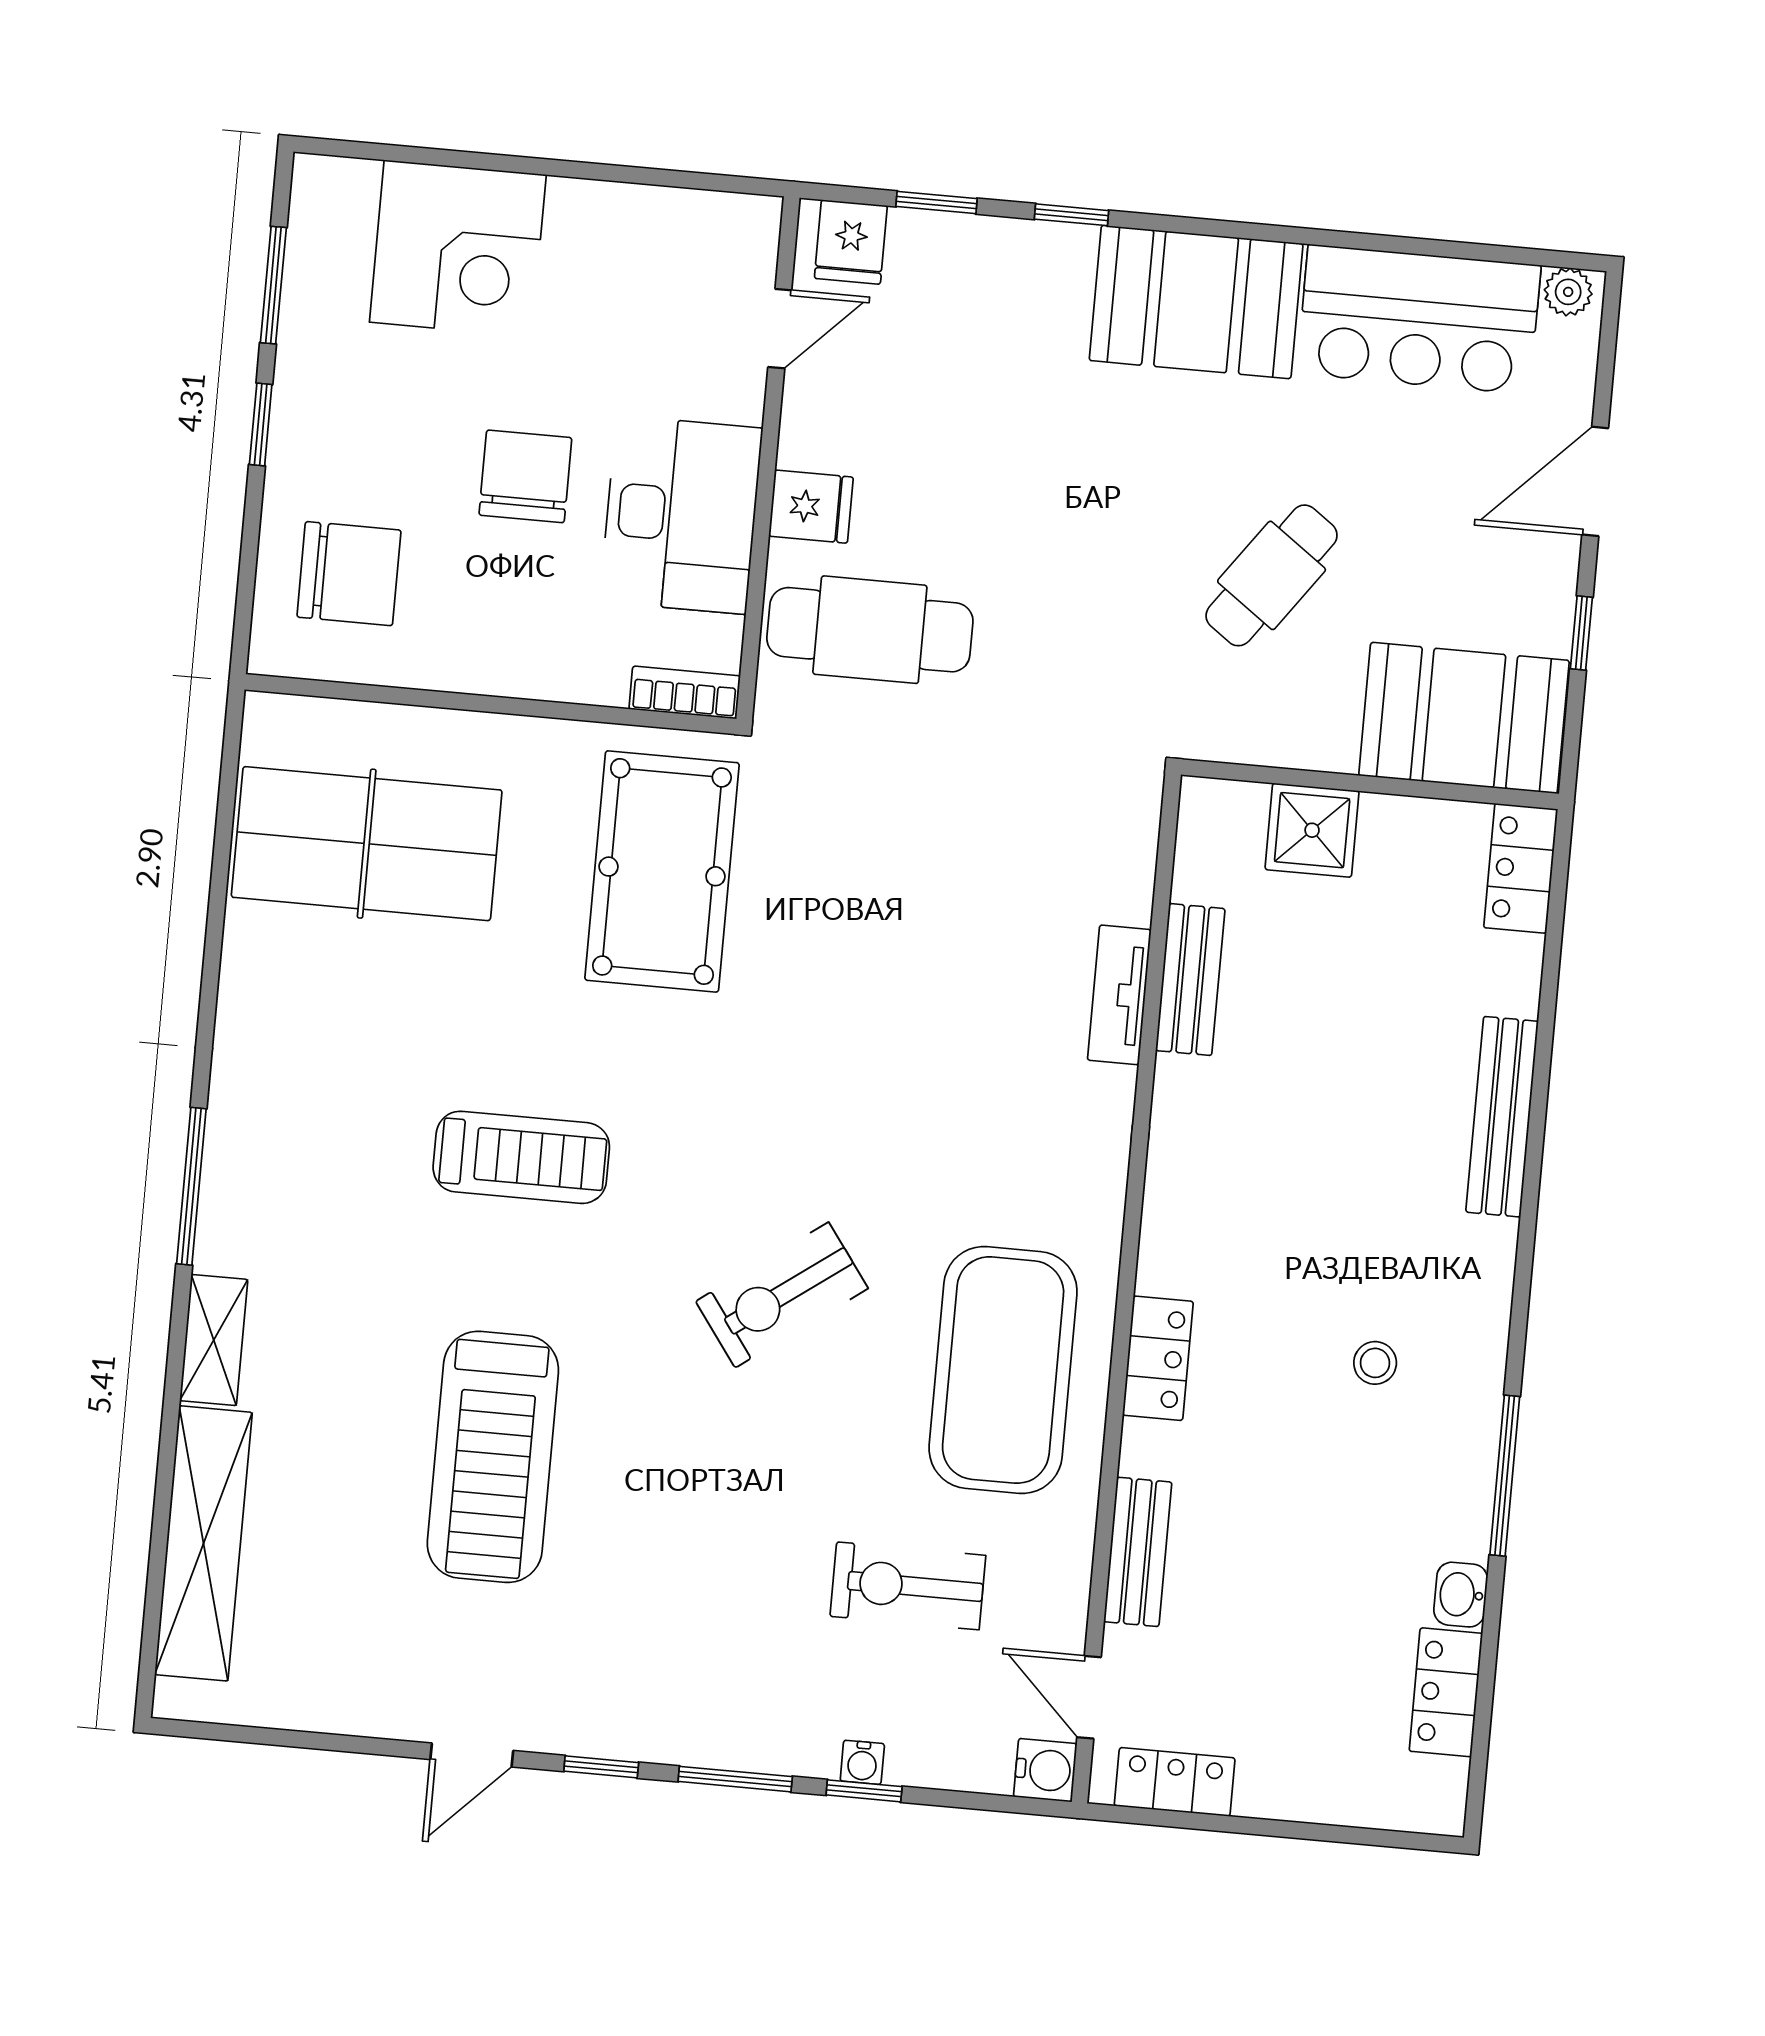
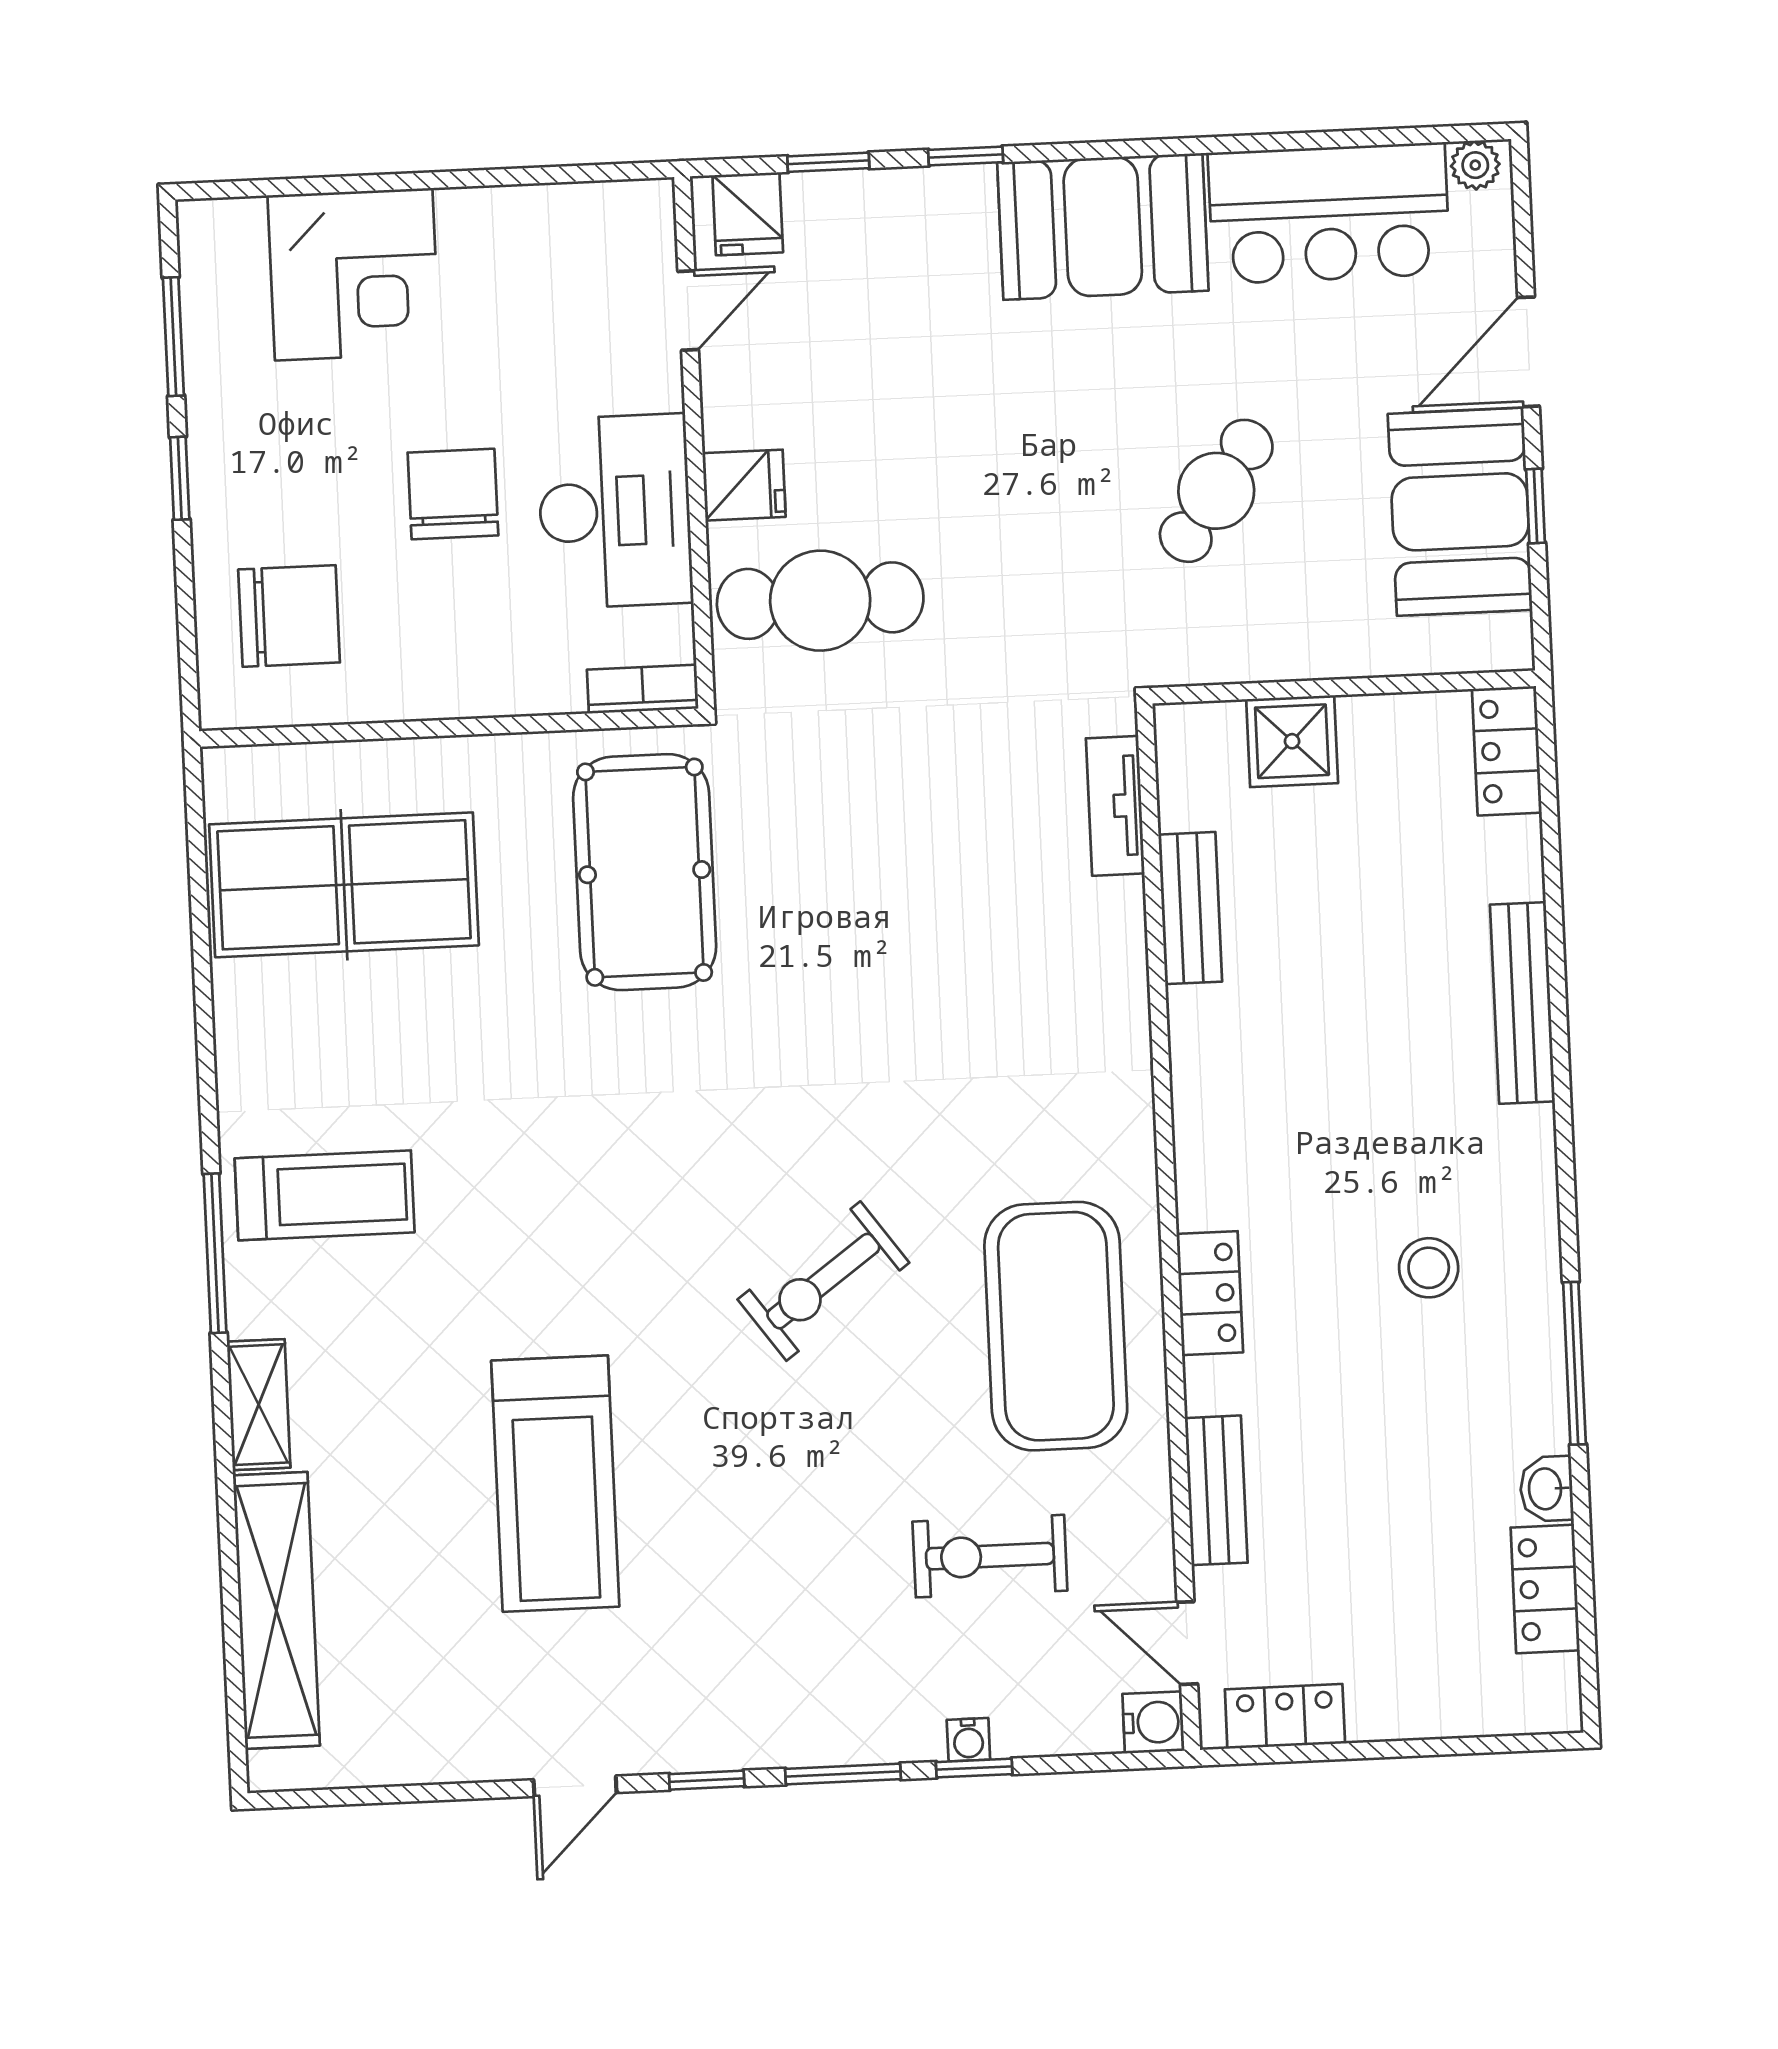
booth: (1464, 718) -> (1460, 512), moved, turned 90
tv unit: (1119, 995) -> (1115, 806), moved
treadmill: (521, 1157) -> (325, 1195), moved
stool: (1375, 1363) -> (1429, 1268), width x1.37, depth x1.37

